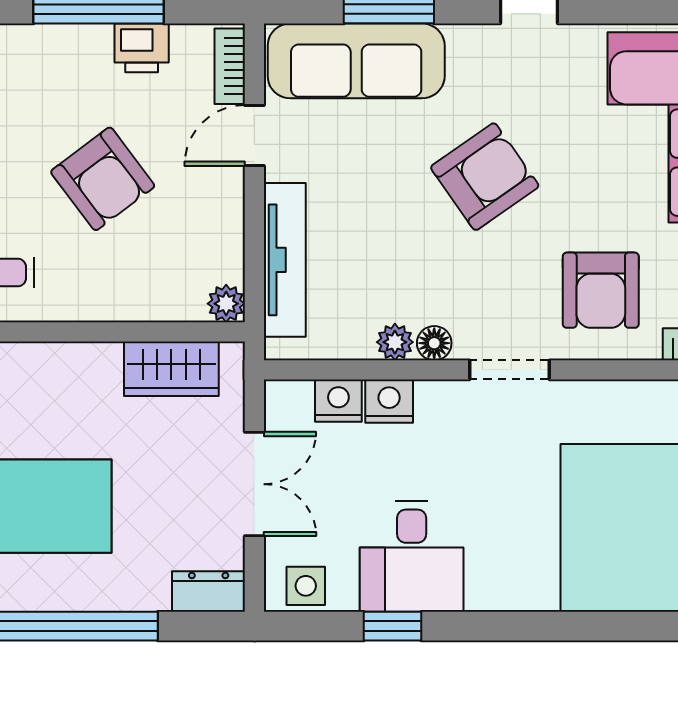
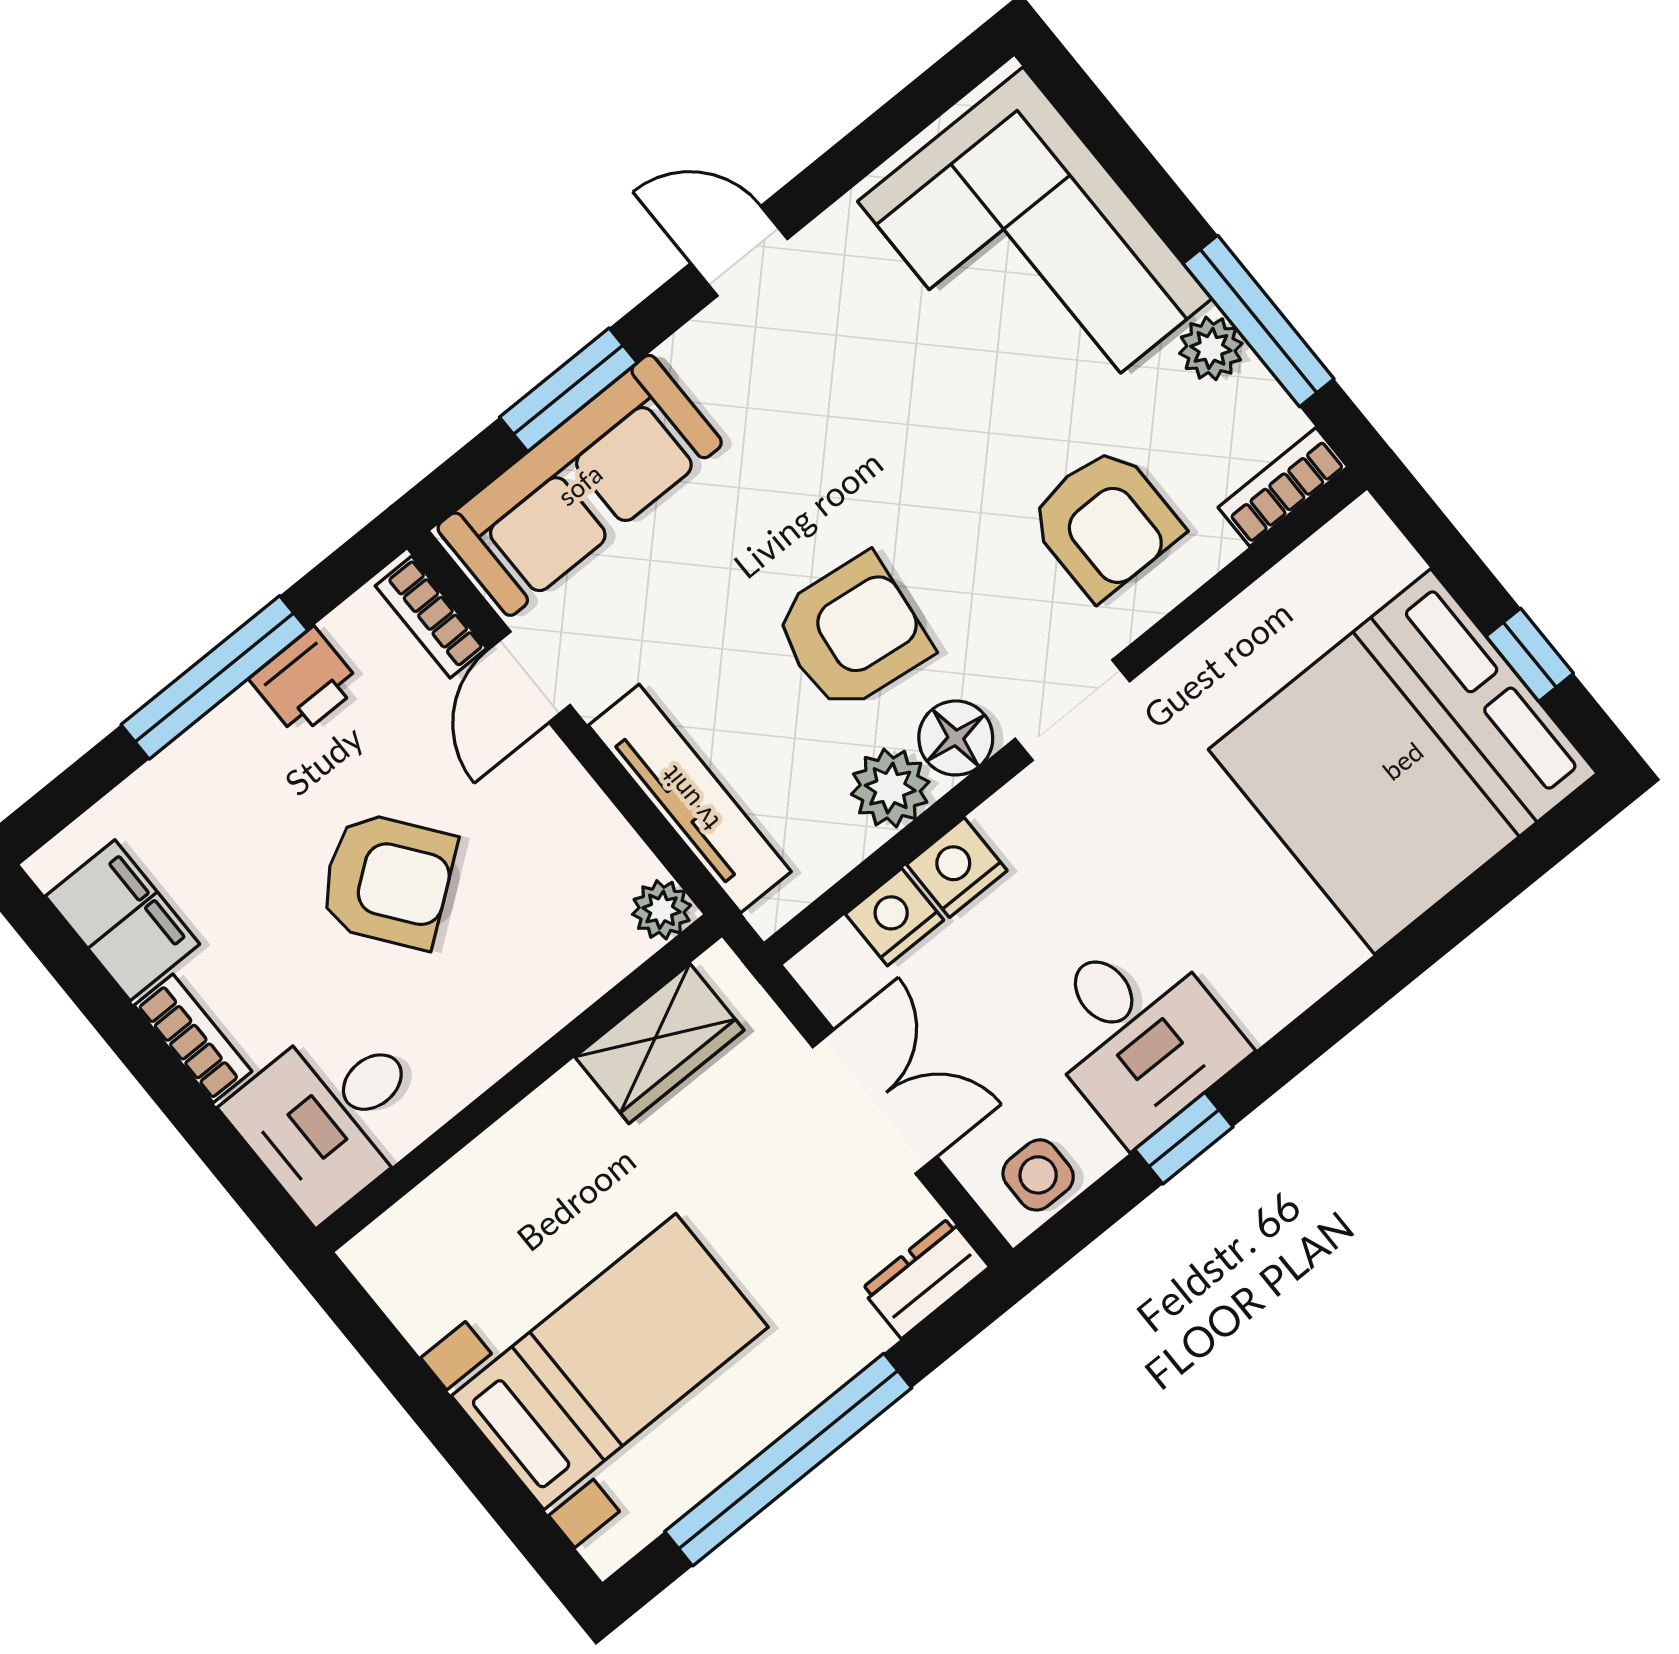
armchair: (485, 177) -> (852, 633), moved, turned 42
plant: (395, 342) -> (890, 788), width x1.38, depth x1.38
floor lamp: (434, 343) -> (956, 738), width x1.37, depth x1.37

